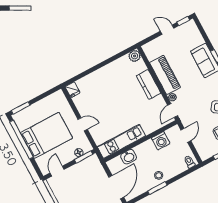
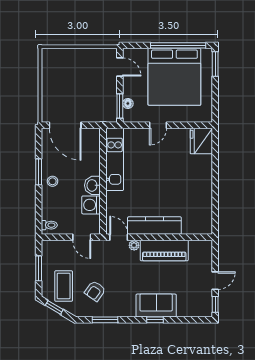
plant: (135, 56) -> (205, 227), removed
kitchen counter: (149, 84) -> (154, 226), width x1.50
fridge: (73, 90) -> (201, 141), width x1.88, depth x1.34
bed: (47, 135) -> (174, 77), width x1.36
washbasin: (129, 157) -> (92, 185), moved

